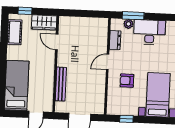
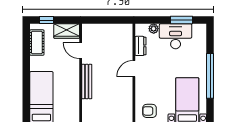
window: (133, 16) -> (182, 20), moved
armchair: (127, 81) -> (150, 111), moved
bench: (61, 84) -> (87, 82), moved

